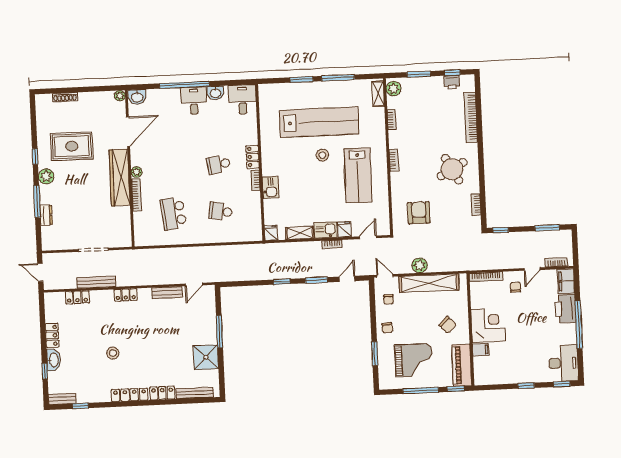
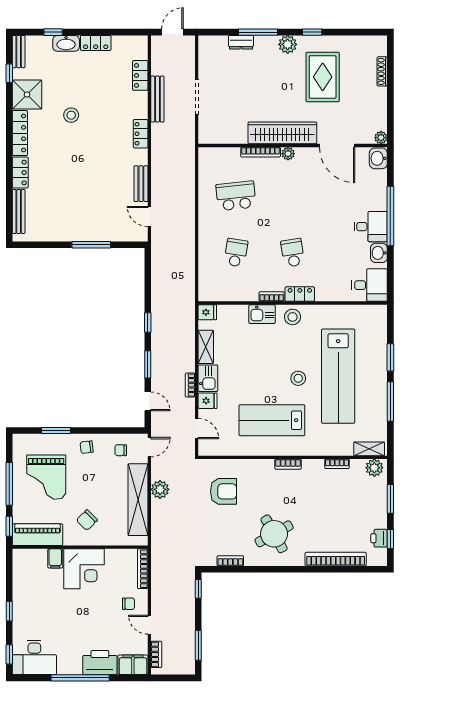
stool: (272, 162) -> (293, 317), added
shower: (206, 357) -> (27, 95), moved

